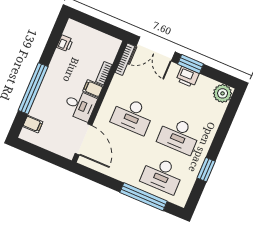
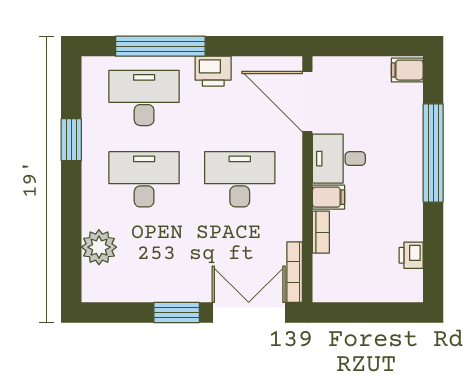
printer: (188, 77) -> (213, 71), moved, turned 180
plant: (223, 93) -> (99, 247), moved
filing cabinet: (33, 124) -> (407, 70), moved

